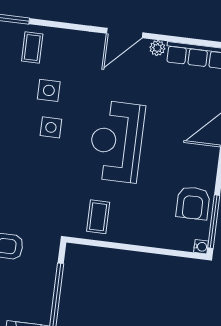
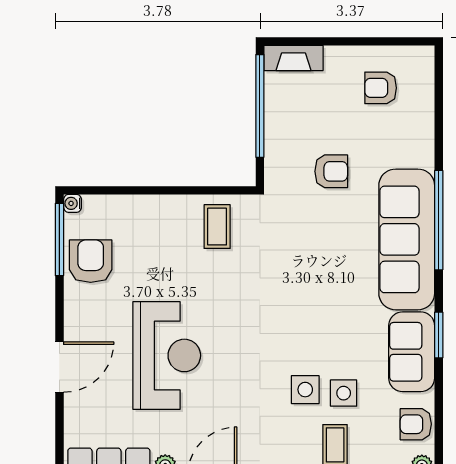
side table: (51, 127) -> (344, 393), moved
reception desk: (116, 142) -> (167, 355), moved

